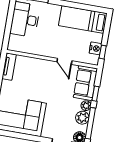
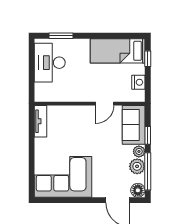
window: (103, 52) -> (148, 59), moved
door: (64, 61) -> (105, 104), hinge flipped

